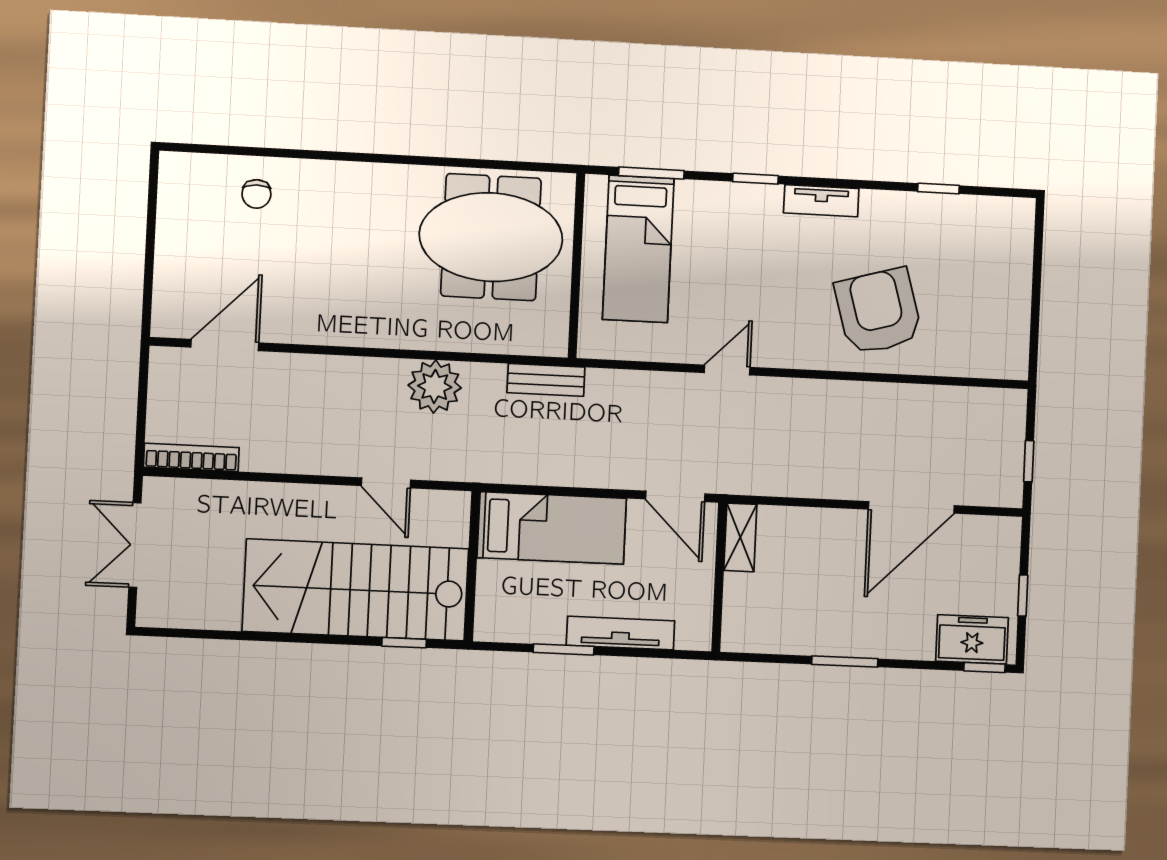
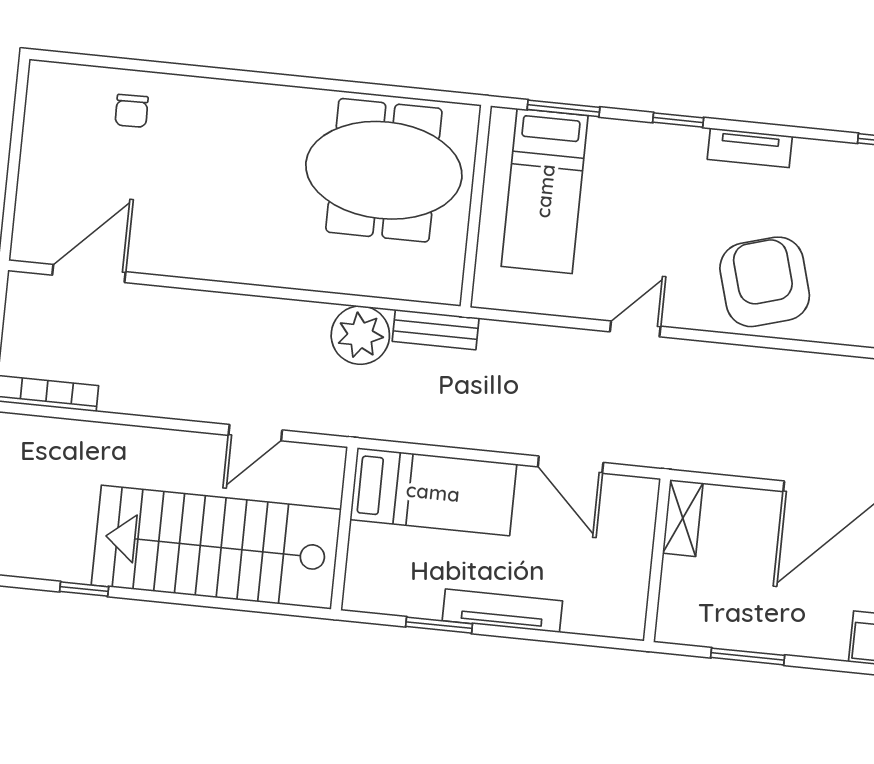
armchair: (878, 311) -> (765, 282), moved
plant: (435, 386) -> (360, 335), moved
door: (386, 483) -> (255, 433), hinge flipped
shelving: (740, 537) -> (683, 518), moved
wall: (719, 577) -> (657, 560), moved
window: (404, 643) -> (84, 589), moved

